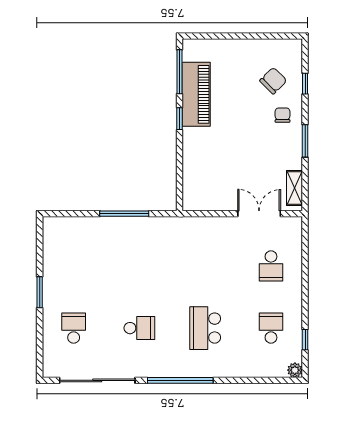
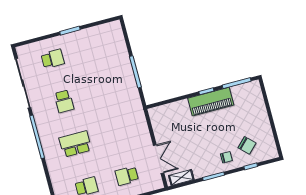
piano: (196, 94) -> (211, 102), moved

